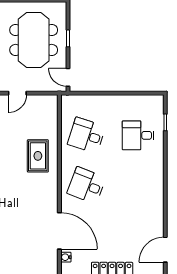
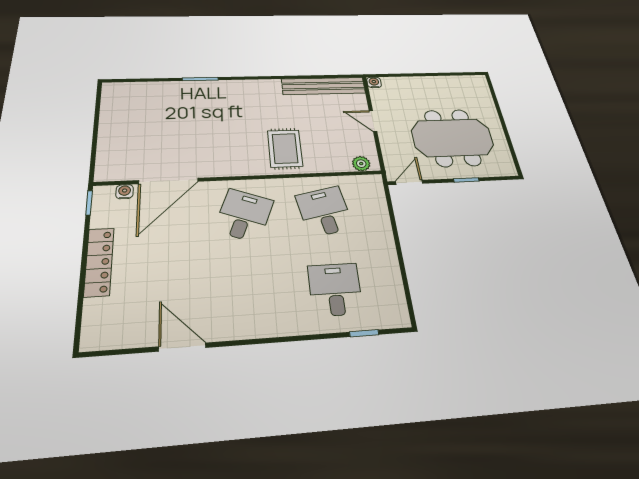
plant: (52, 107) -> (361, 164), added
desk: (86, 135) -> (324, 211), turned -30
rug: (38, 156) -> (285, 148), turned 90
door: (165, 250) -> (182, 347), moved

